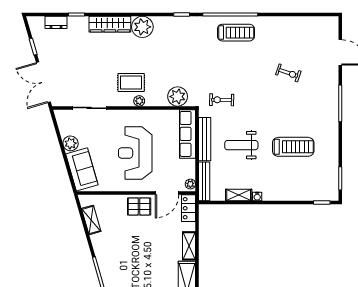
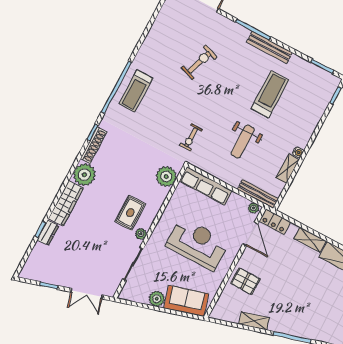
dresser: (56, 22) -> (48, 233), moved
shoe rack: (171, 22) -> (94, 145), added
treadmill: (236, 33) -> (136, 91), turned 180
exercise bike: (288, 73) -> (199, 62), width x1.38, depth x1.39
double door: (43, 82) -> (87, 294), width x0.73
plant: (139, 101) -> (141, 234), moved
bench: (205, 139) -> (269, 47), moved
reception desk: (135, 153) -> (198, 244), turned 180
pallet: (139, 206) -> (245, 281), moved, turned 90
shelving: (91, 220) -> (254, 321), moved

